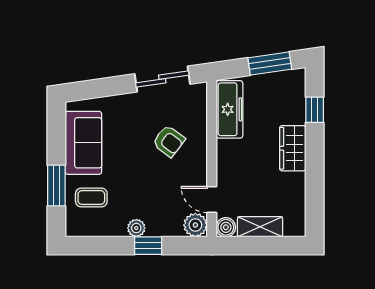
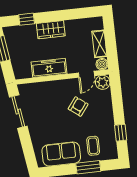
freezer: (229, 109) -> (49, 68), moved
armchair: (169, 141) -> (78, 107), moved
plant: (136, 228) -> (108, 117), removed
window: (148, 246) -> (121, 133), moved

